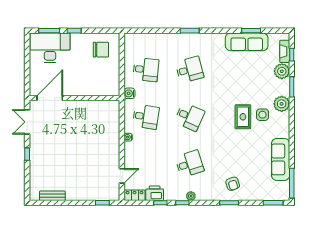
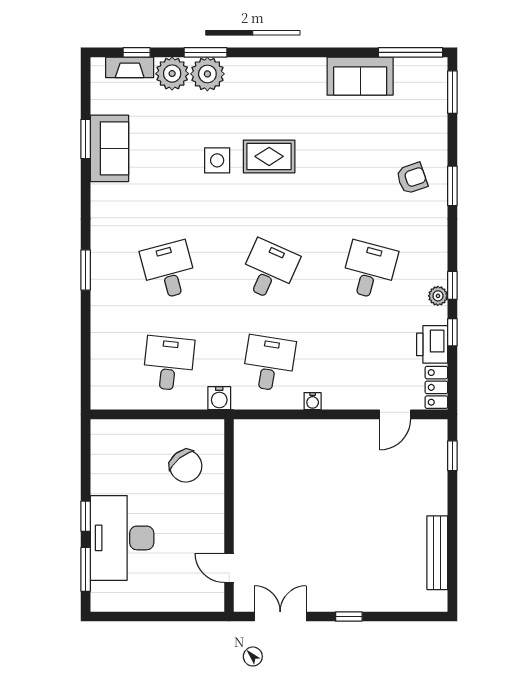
sofa: (247, 42) -> (110, 148), width x0.73
desk: (50, 48) -> (122, 538), moved
chair: (101, 50) -> (186, 466), moved, turned 141
door: (50, 98) -> (229, 568), width x0.53
plant: (282, 104) -> (207, 74), moved
side table: (262, 115) -> (217, 160), moved
double door: (27, 122) -> (280, 616), swing flipped
sofa: (281, 159) -> (360, 76), width x0.73
desk: (190, 164) -> (369, 270), turned 33
door: (122, 176) -> (395, 414), swing flipped
bench: (52, 196) -> (437, 553), width x1.36
plant: (191, 196) -> (438, 296), moved

